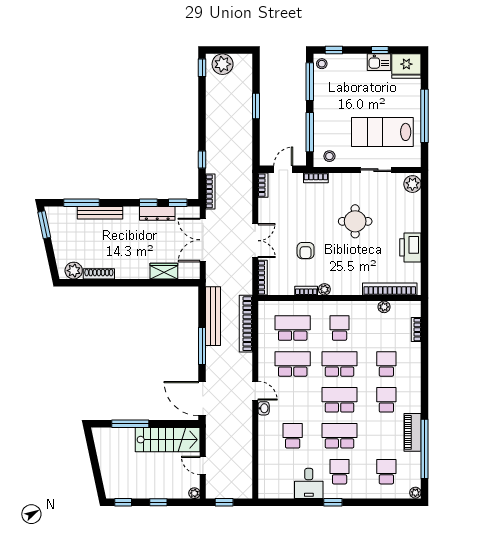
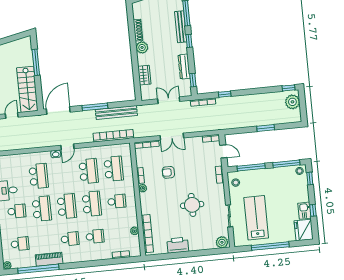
window: (148, 203) -> (189, 41), moved
double door: (203, 240) -> (169, 100), width x0.73
plant: (74, 271) -> (142, 47), moved
school desk: (293, 436) -> (39, 176), width x1.85

